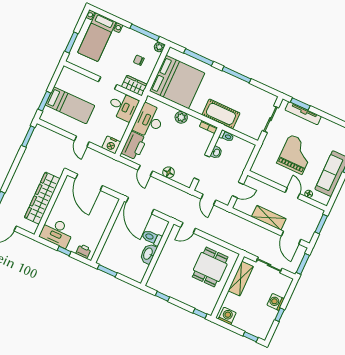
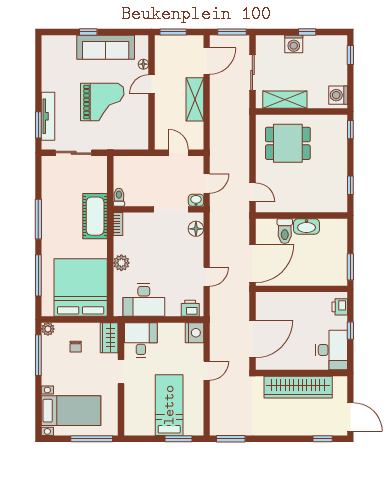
window: (71, 42) -> (92, 439), width x1.44
printer: (134, 146) -> (190, 308), width x0.53, depth x0.68
washbasin: (216, 152) -> (196, 200), moved
grand piano: (296, 154) -> (102, 102), turned 180
floor lamp: (169, 172) -> (196, 229), moved

